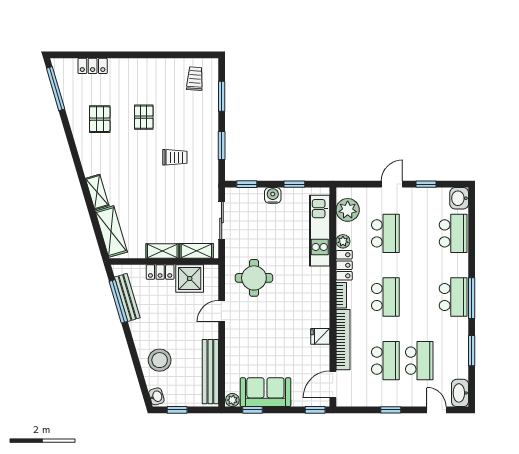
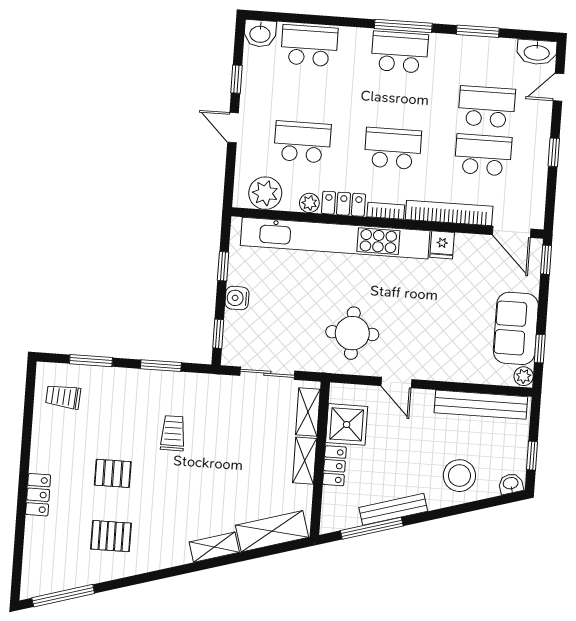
locker: (93, 66) -> (38, 495), moved
kitchen unit: (320, 231) -> (335, 238), width x1.86
bench: (127, 297) -> (393, 509), moved

